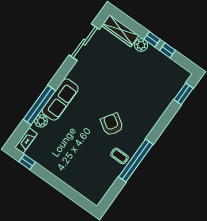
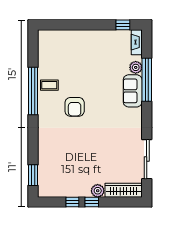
sofa: (60, 100) -> (133, 91), width x0.73
armchair: (112, 124) -> (75, 107), turned 57

